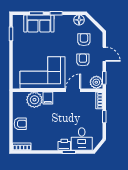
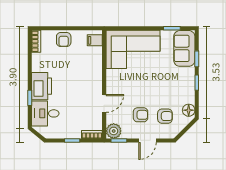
sofa: (39, 24) -> (184, 48), moved
corner sofa: (42, 73) -> (133, 49), moved, turned 90
door: (73, 90) -> (104, 103), hinge flipped
filing cabinet: (48, 98) -> (95, 40), moved
plant: (34, 100) -> (93, 57), removed
printer: (64, 145) -> (42, 86), width x1.87, depth x1.48

